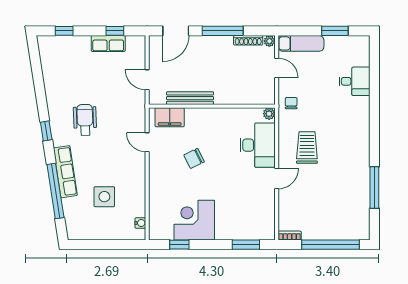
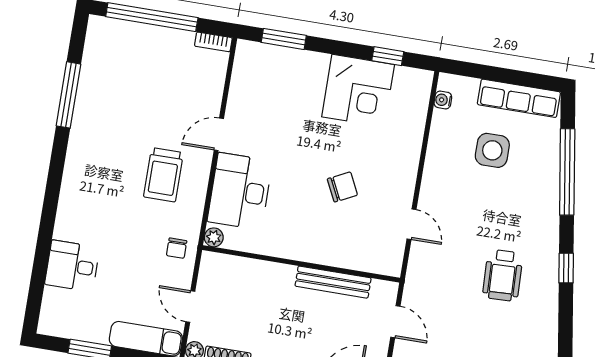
filing cabinet: (170, 117) -> (370, 257), removed
row of seats: (65, 172) -> (519, 98), moved, turned -81

